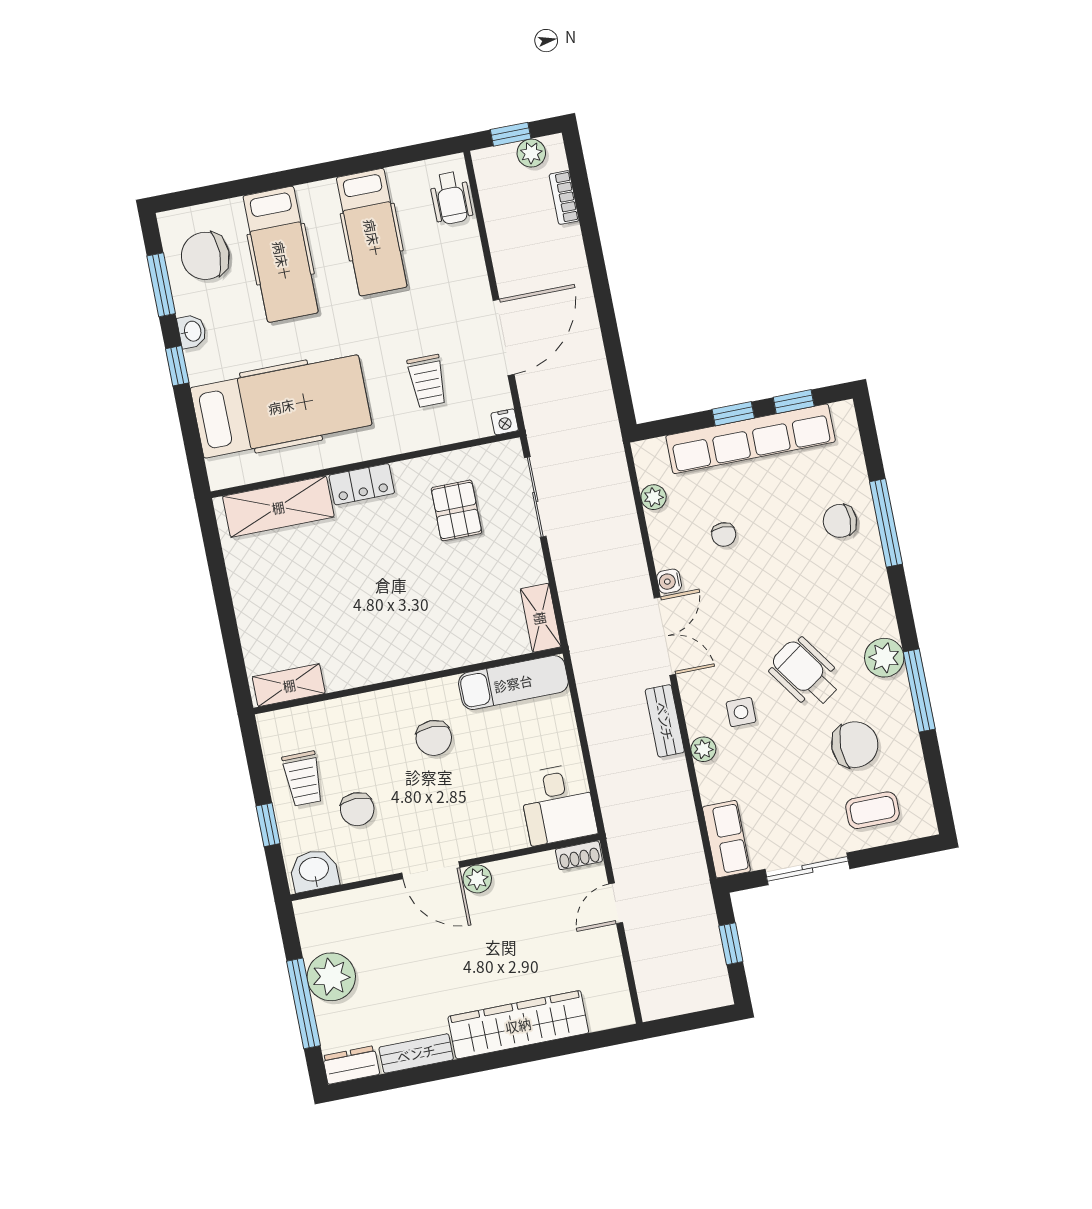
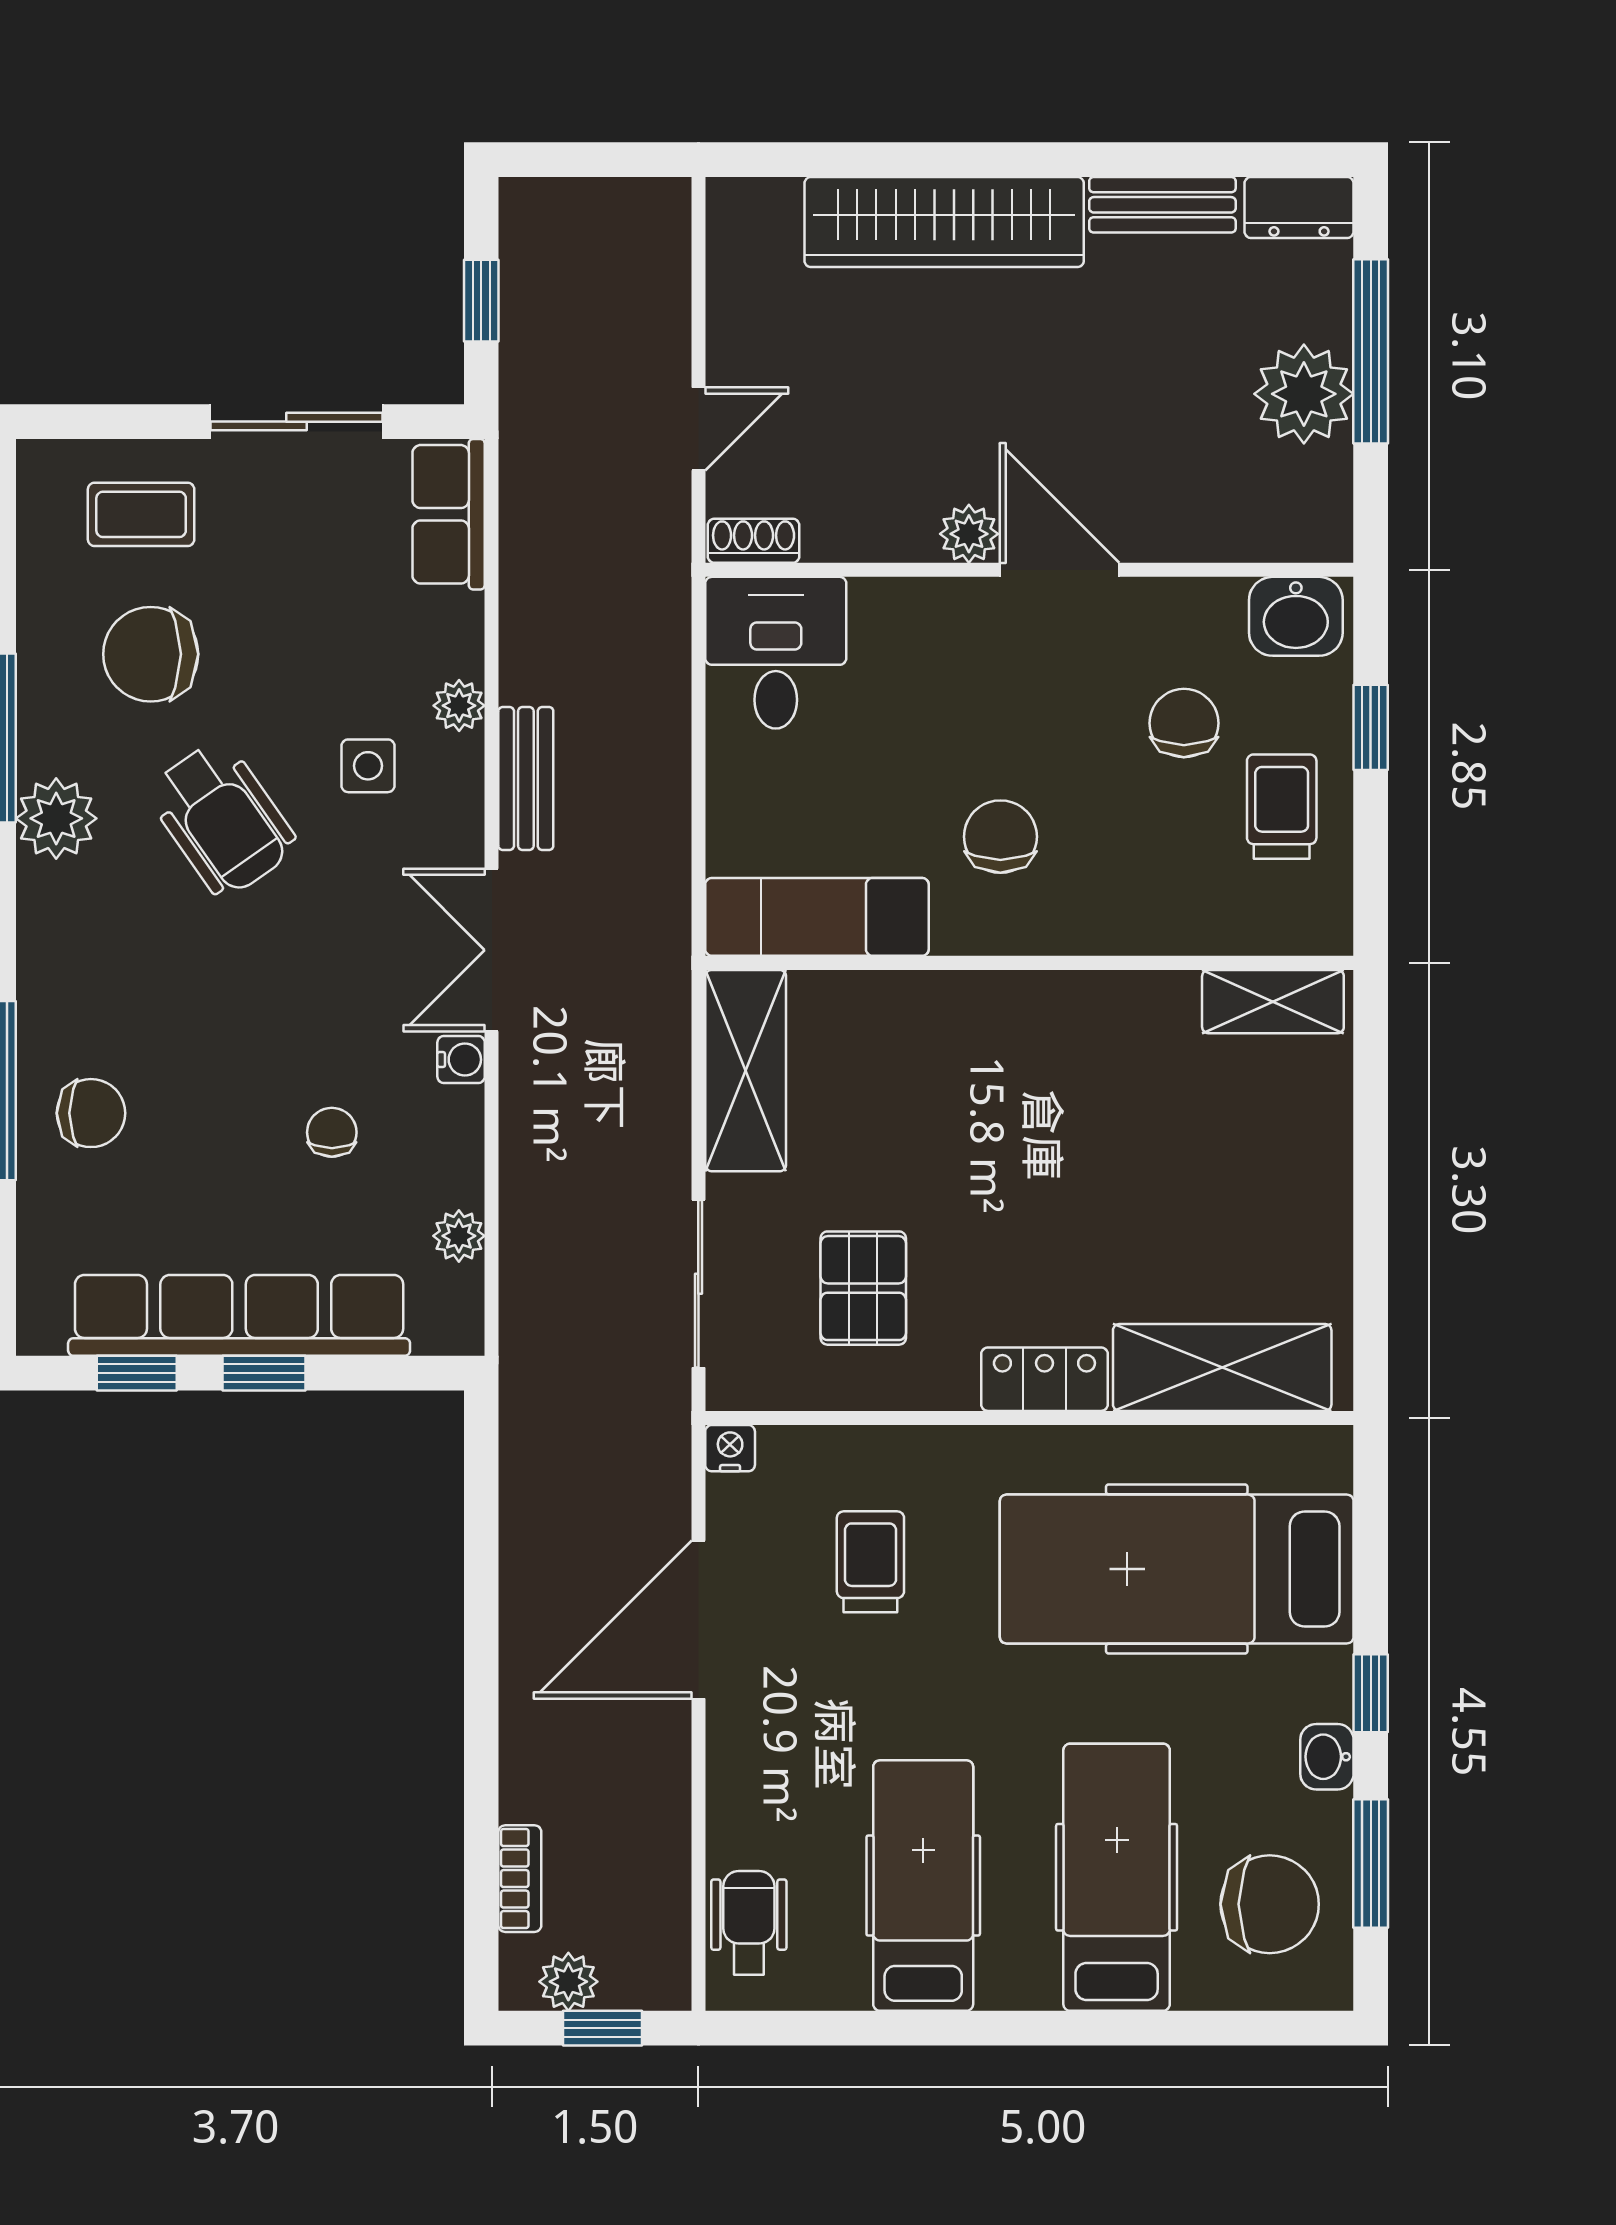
shelving: (541, 618) -> (746, 1071), width x1.50, depth x1.33

